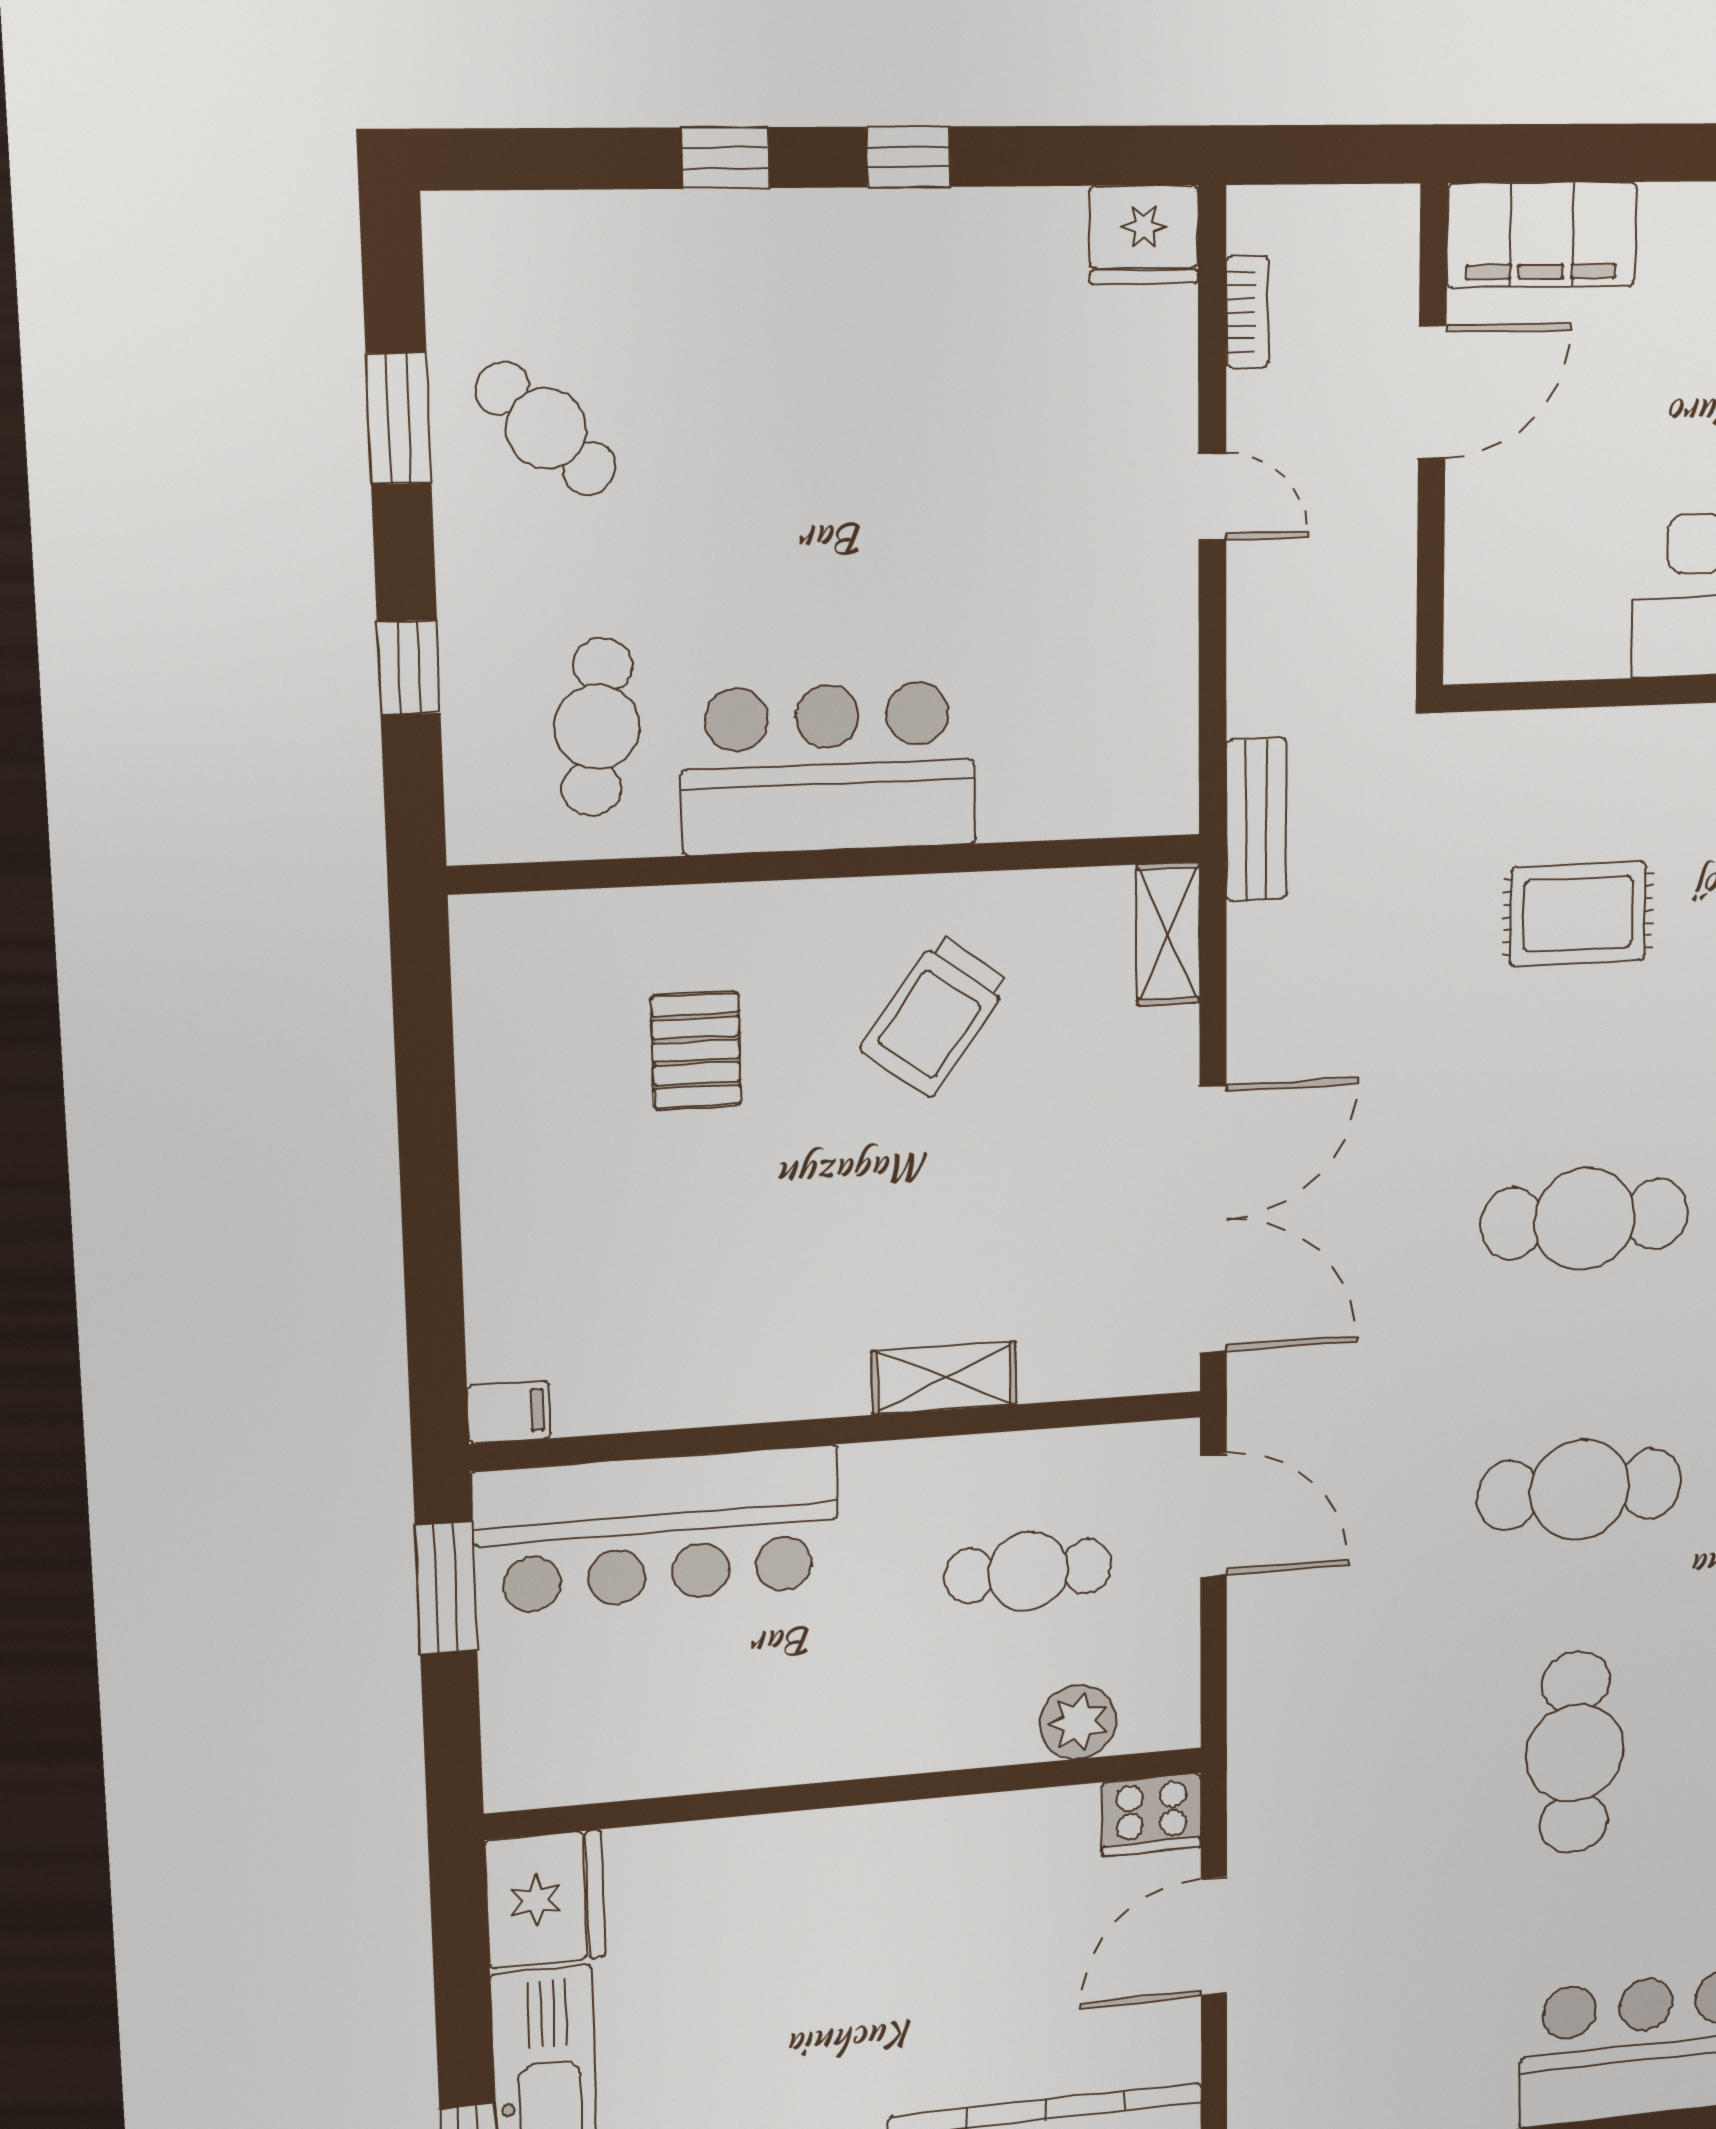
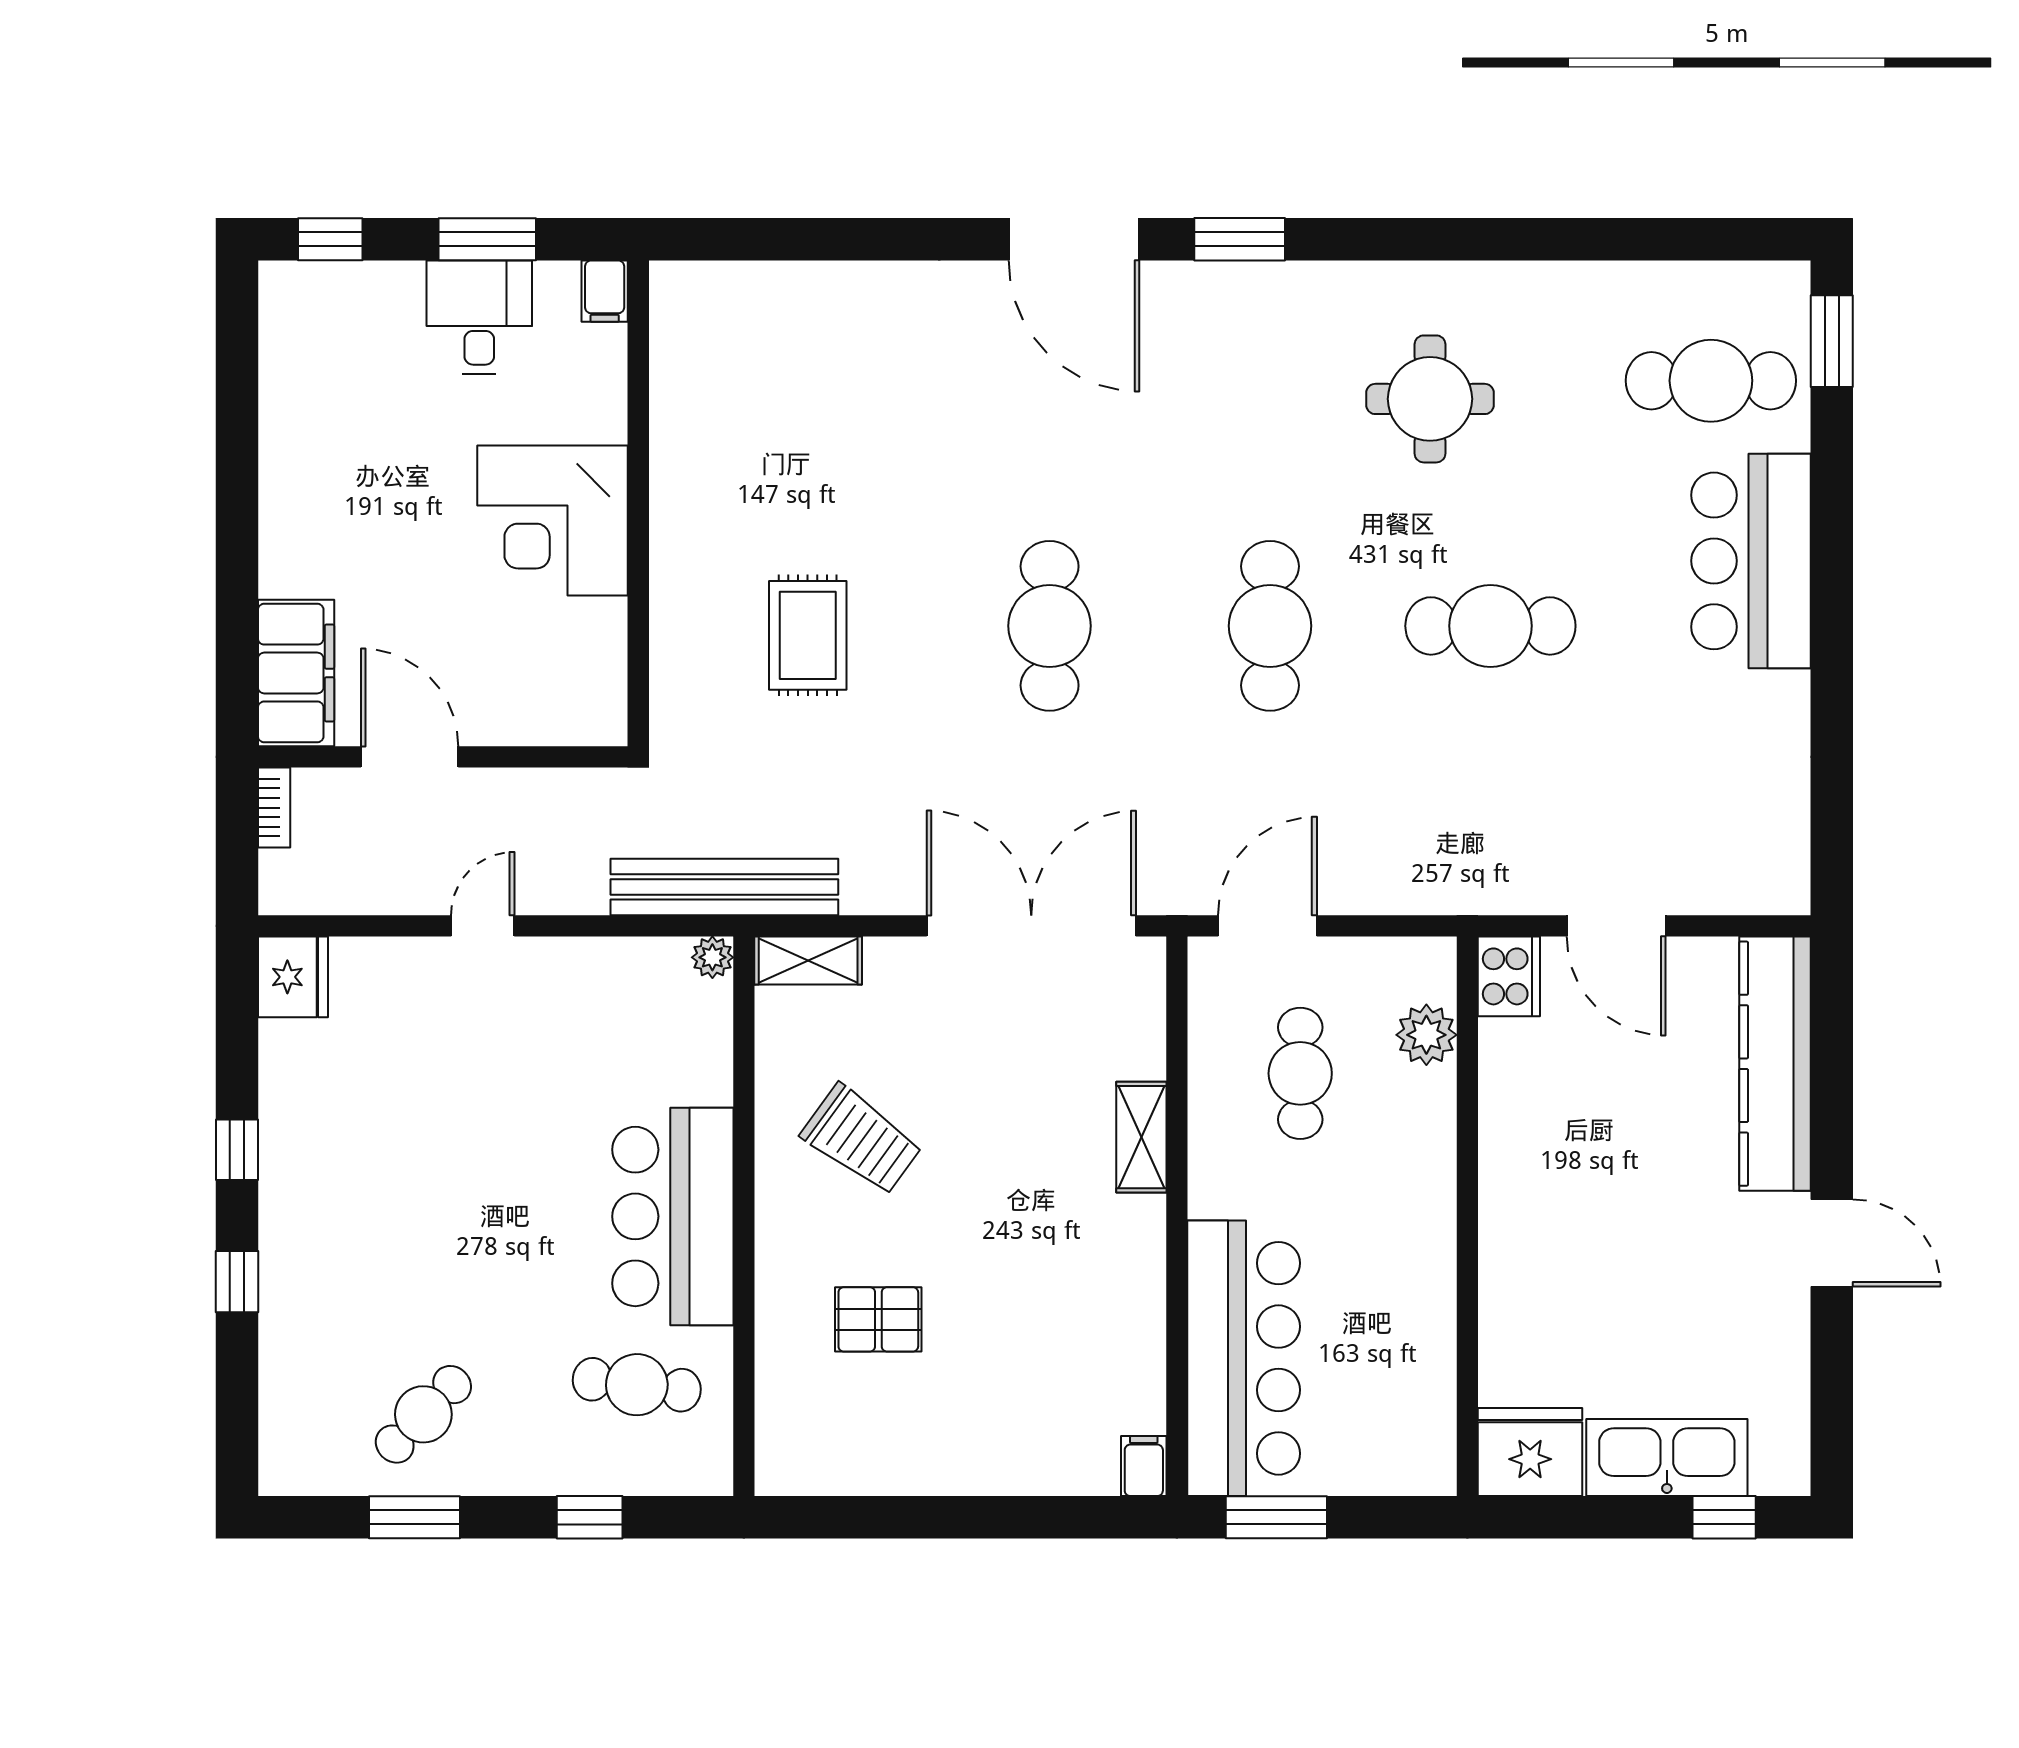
bookcase: (1247, 312) -> (274, 808), moved, turned 90
plant: (1172, 807) -> (712, 957), added
bench: (1256, 820) -> (724, 887), width x1.86, depth x1.21

